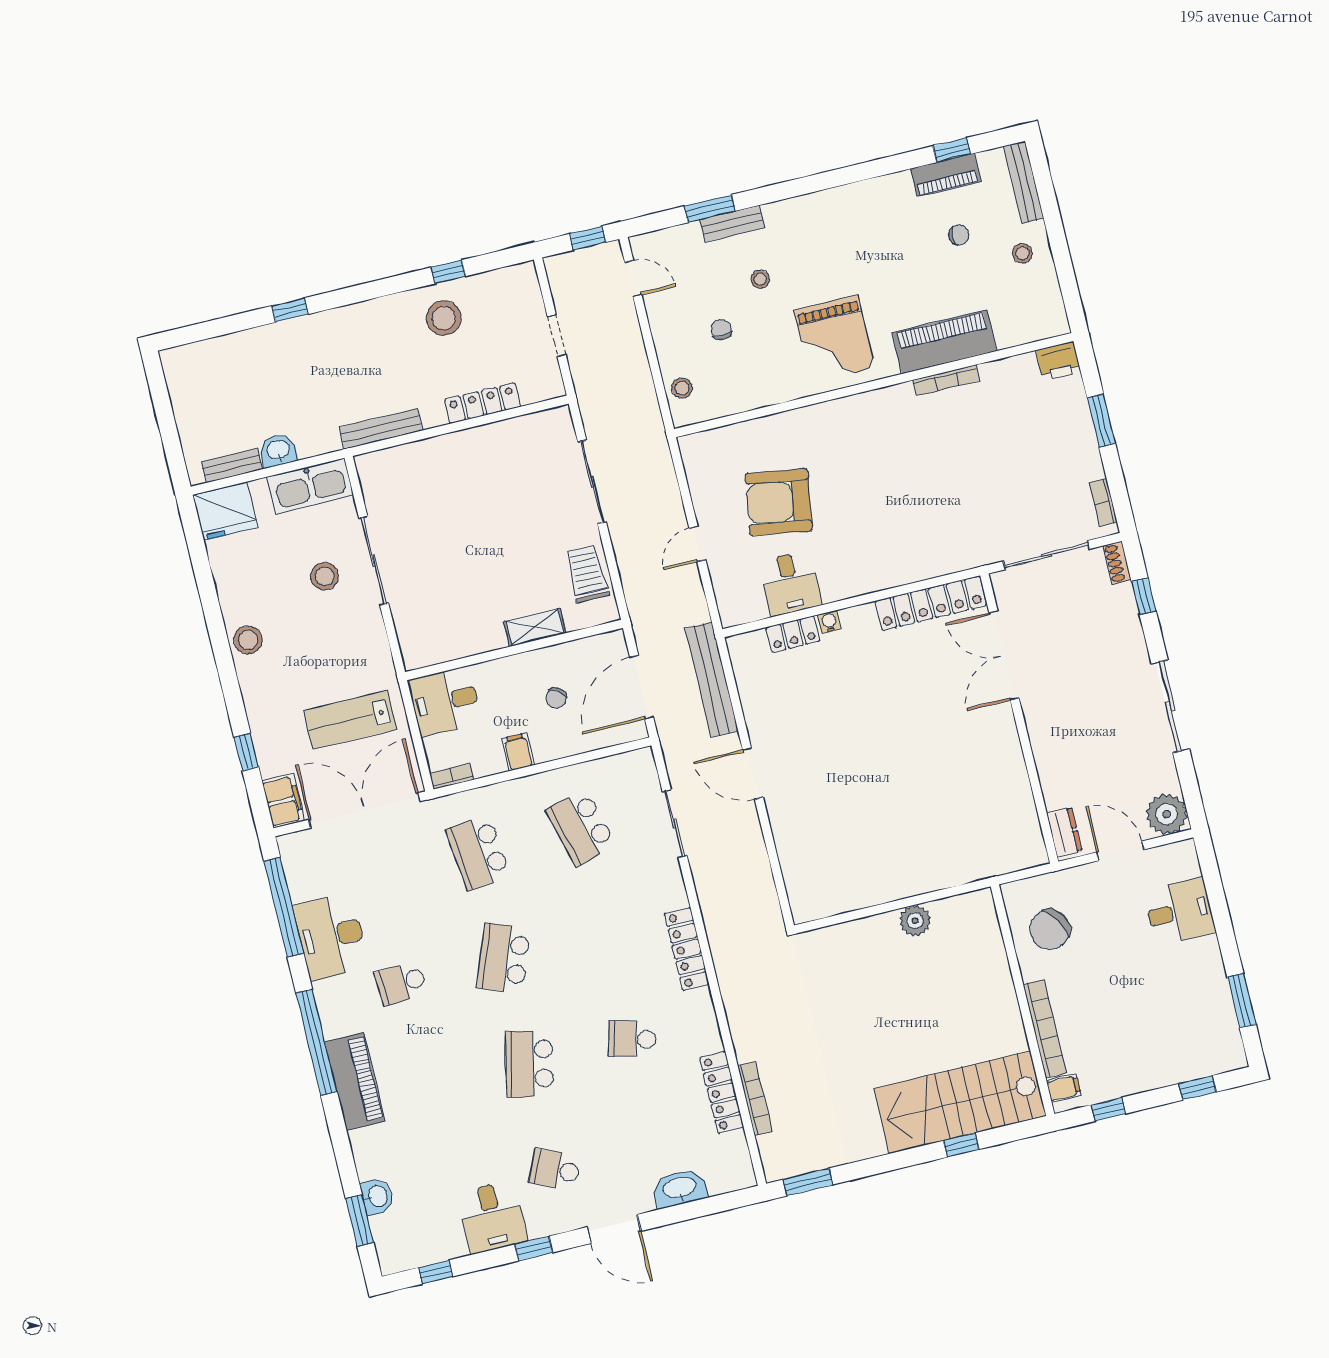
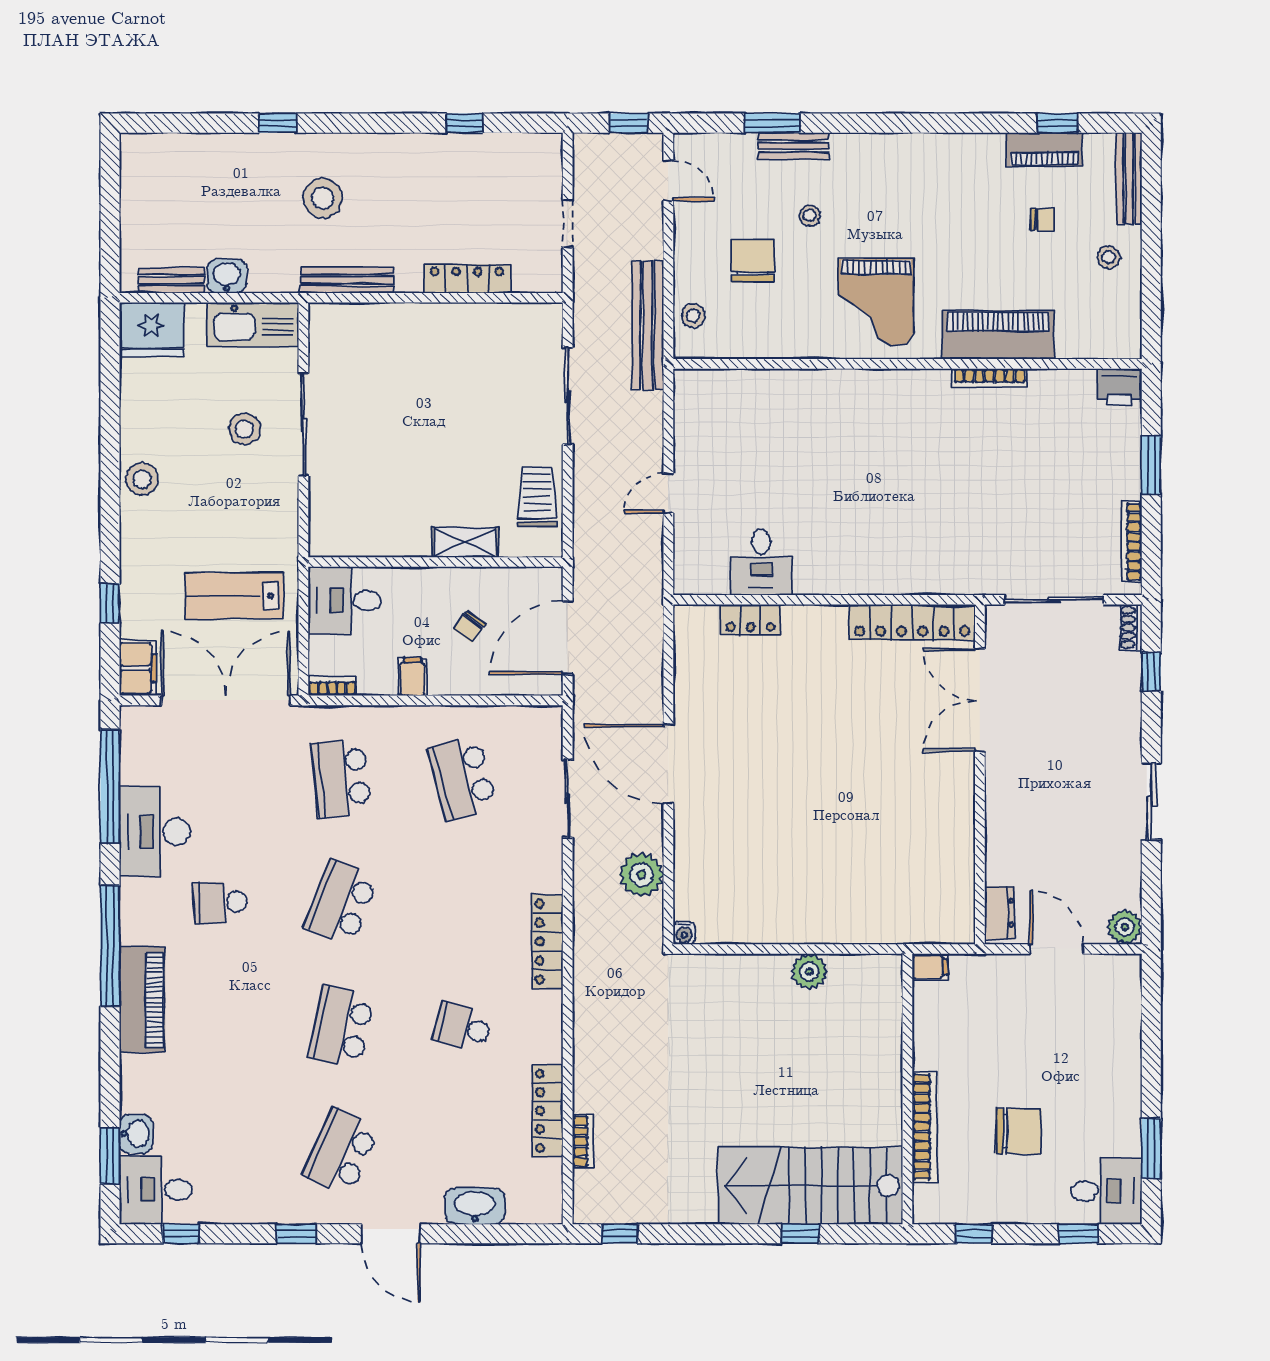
stool: (444, 318) -> (323, 198), moved
chair: (721, 329) -> (753, 261), width x1.87, depth x1.87
armchair: (779, 502) -> (770, 469), removed
bookcase: (1103, 502) -> (1132, 542), width x1.56
water cooler: (829, 622) -> (684, 933), moved, turned 180
bench: (712, 680) -> (648, 325), moved
sliding door: (1170, 706) -> (1151, 802), width x0.73
door: (753, 774) -> (668, 764), width x1.36
plant: (1167, 814) -> (1125, 927), width x0.73, depth x0.73
plant: (753, 873) -> (641, 875), added
desk: (1180, 912) -> (1106, 1191), moved
chair: (1050, 930) -> (1019, 1131), moved, turned -148
filing cabinet: (1064, 1088) -> (930, 967), moved
bookcase: (755, 1098) -> (583, 1141), width x0.64
school desk: (555, 1170) -> (341, 1152), width x1.85
window: (808, 1182) -> (620, 1234), width x0.67
desk: (492, 1217) -> (156, 1190), moved, turned 90

